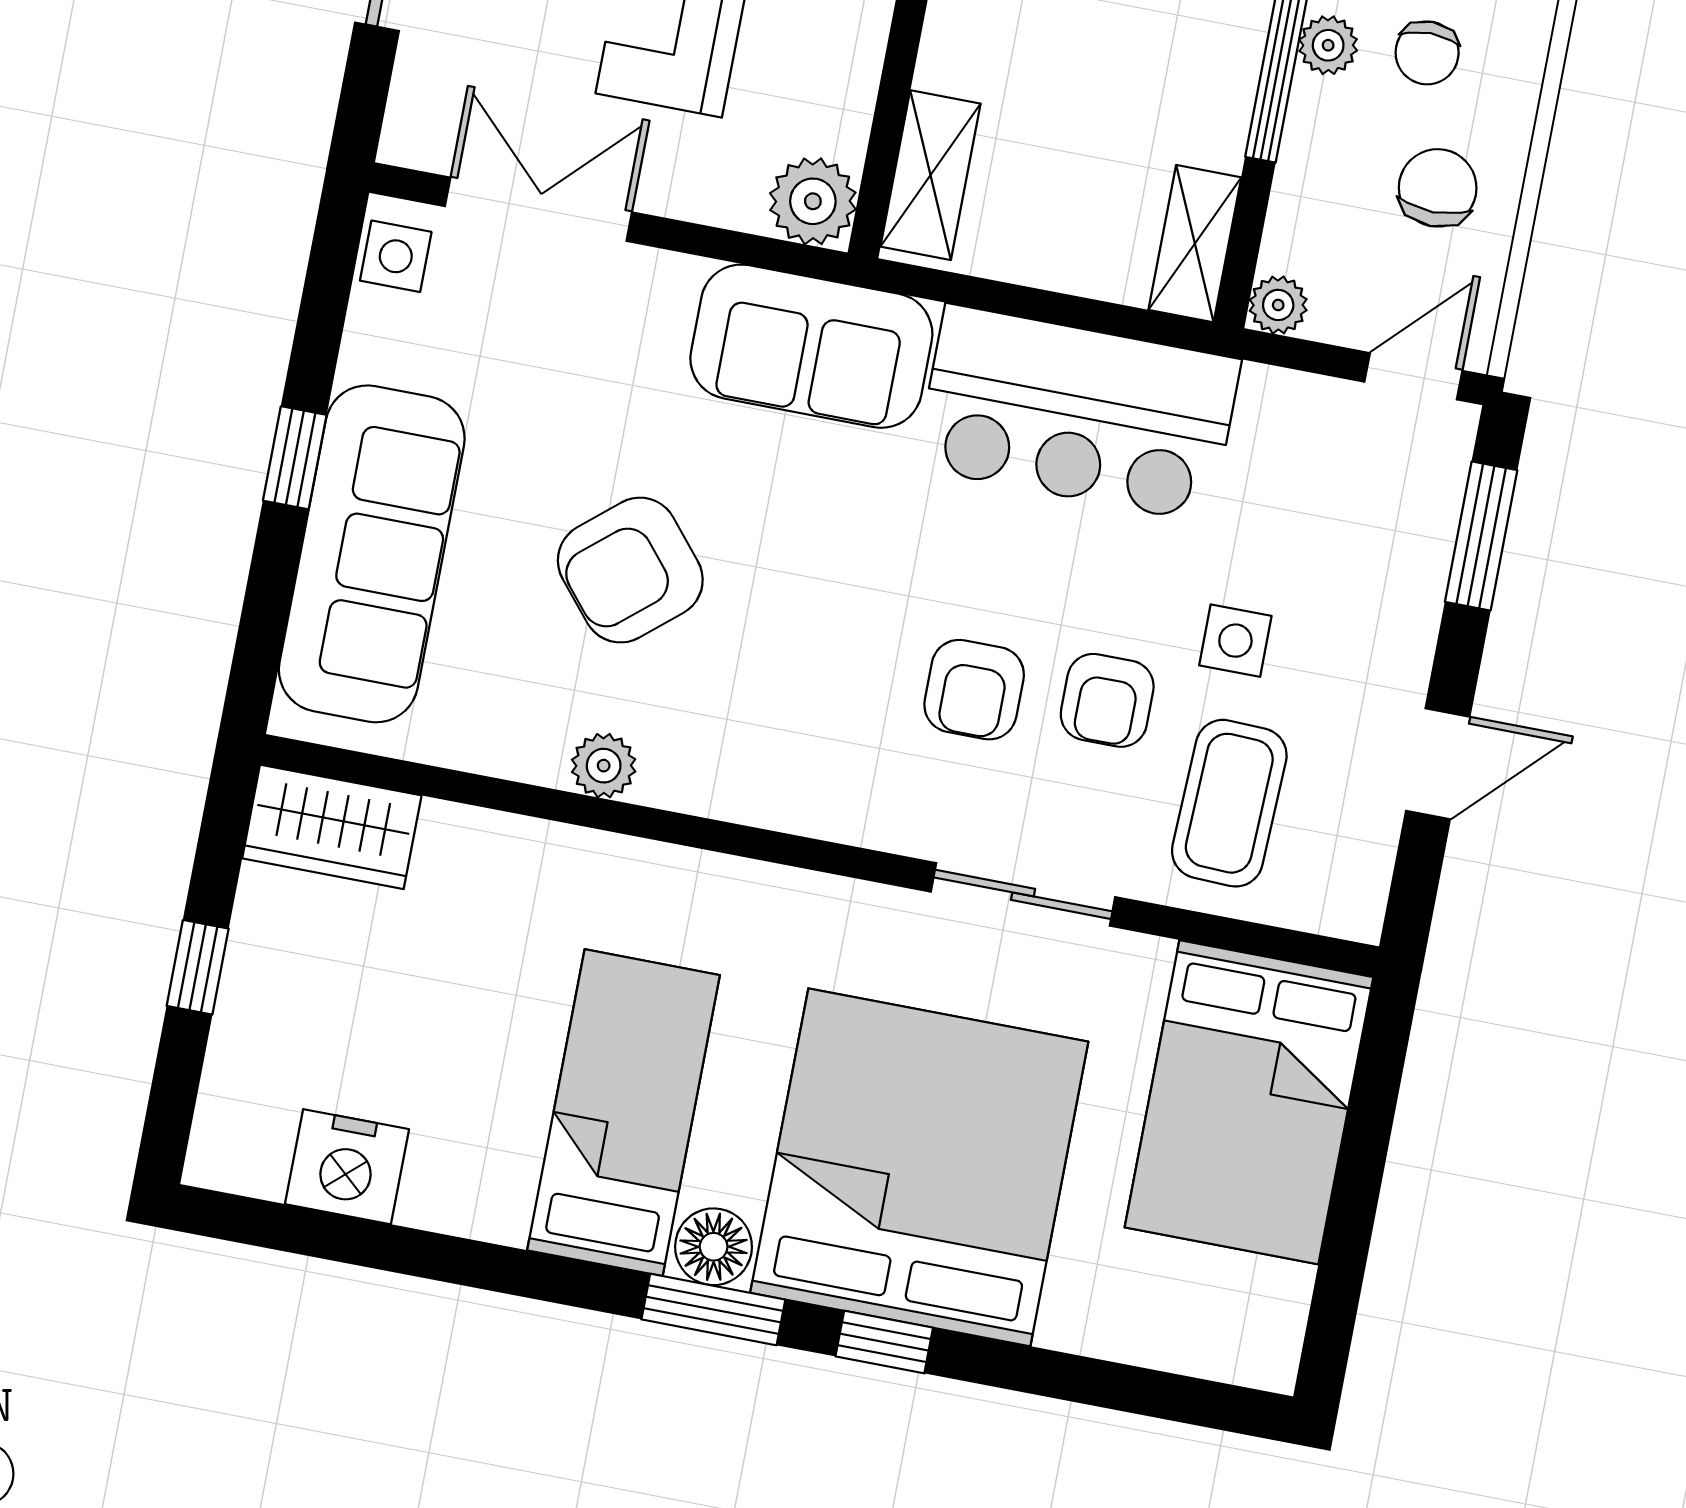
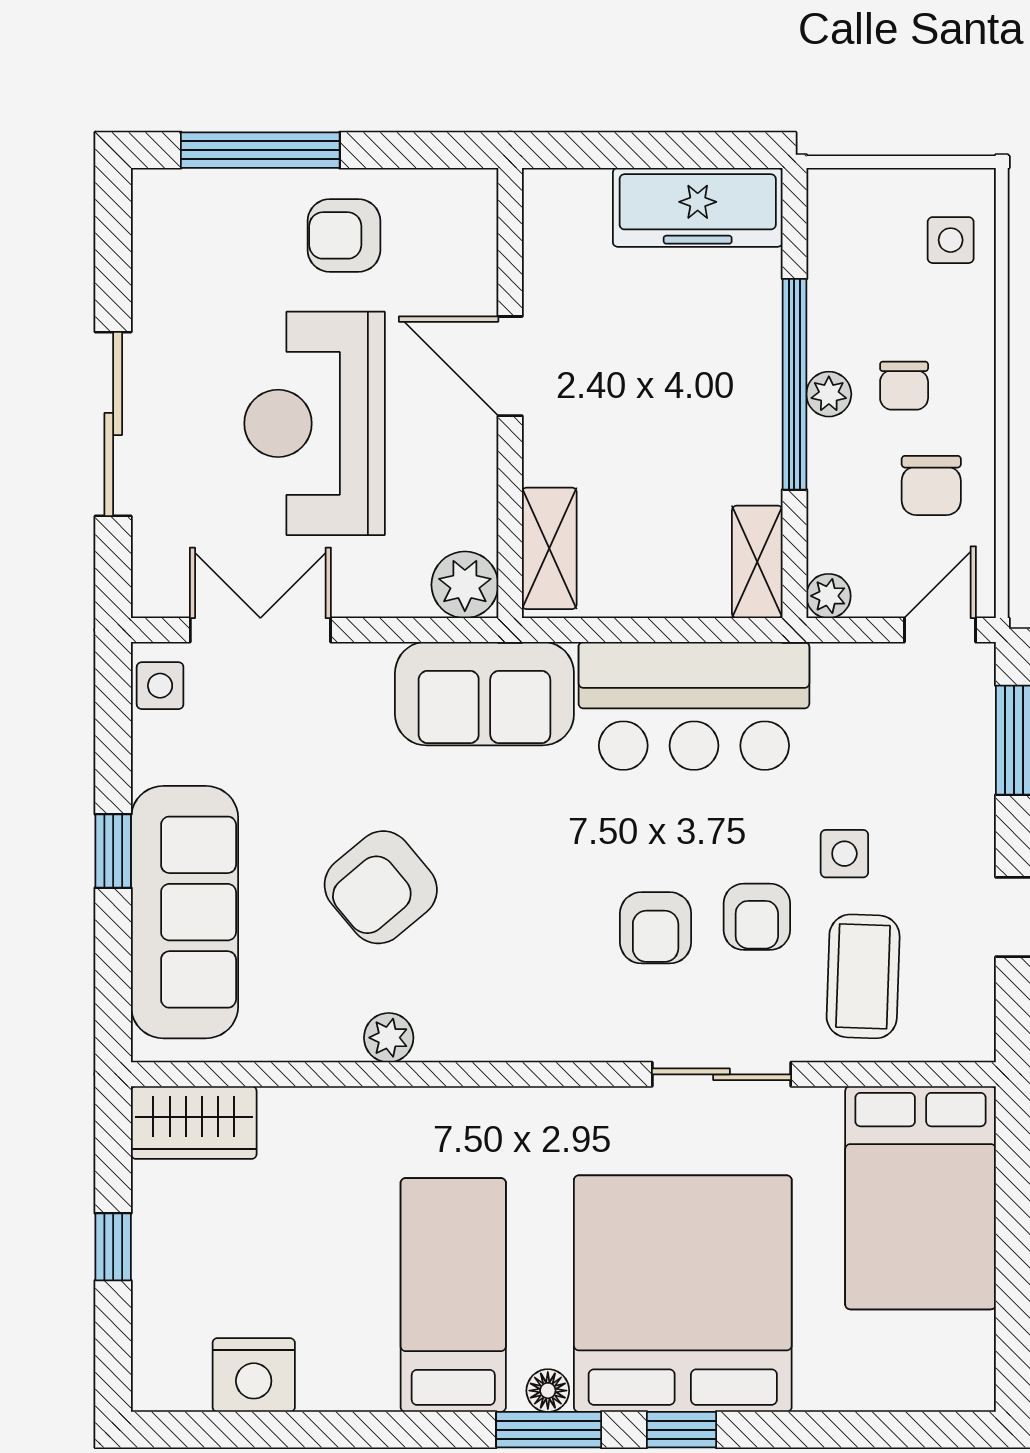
chair: (1438, 188) -> (931, 485), turned 180
floor lamp: (714, 1247) -> (548, 1391), width x0.73, depth x0.73

